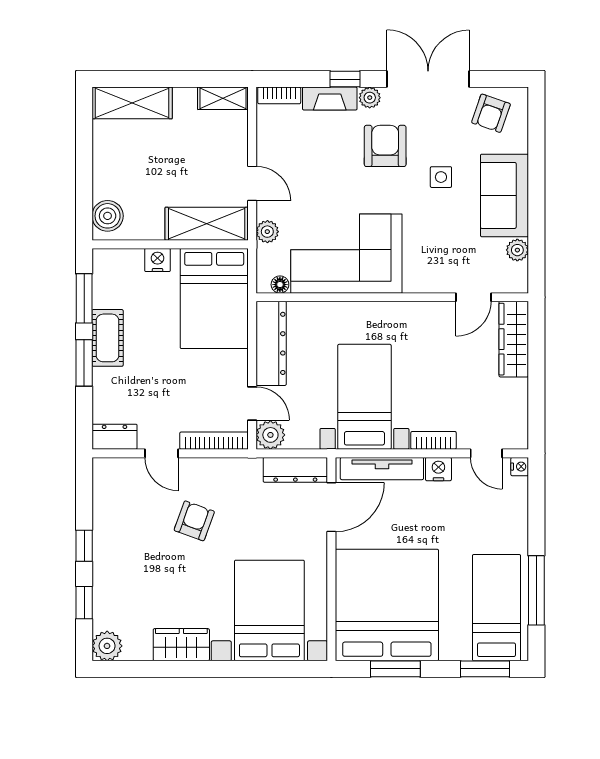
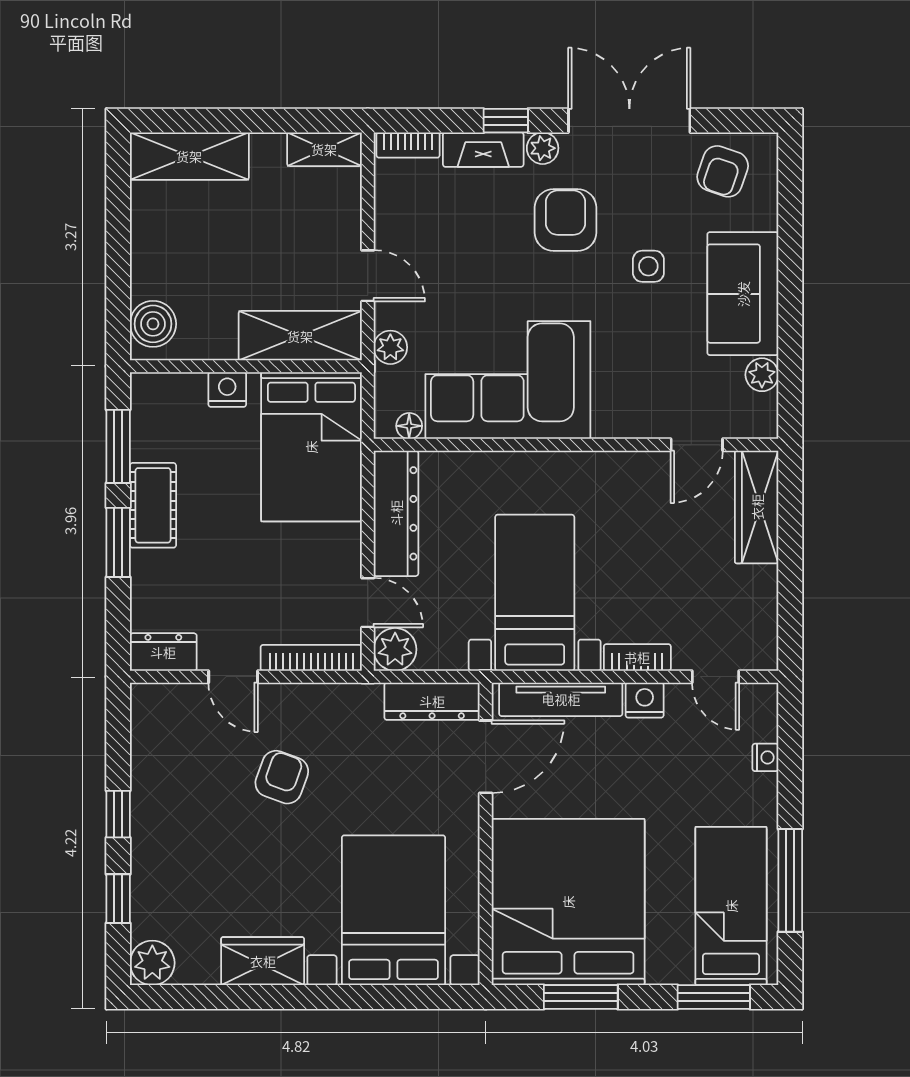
nightstand: (520, 467) -> (765, 757), moved

